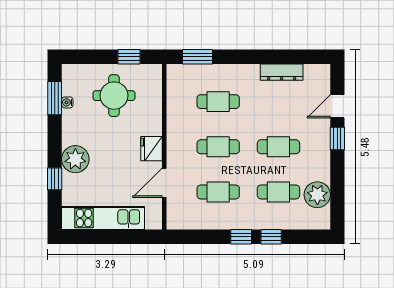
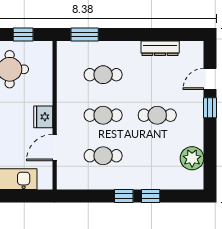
cafe table: (278, 192) -> (157, 156), removed

